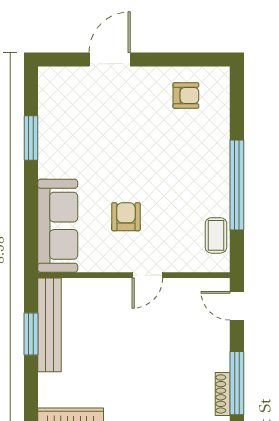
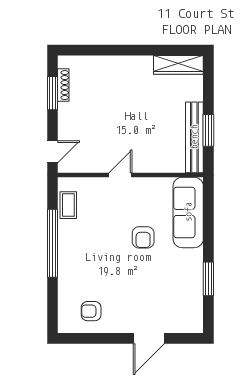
armchair: (126, 217) -> (143, 237), moved
door: (237, 306) -> (52, 152), hinge flipped
window: (237, 383) -> (52, 93), width x0.69

